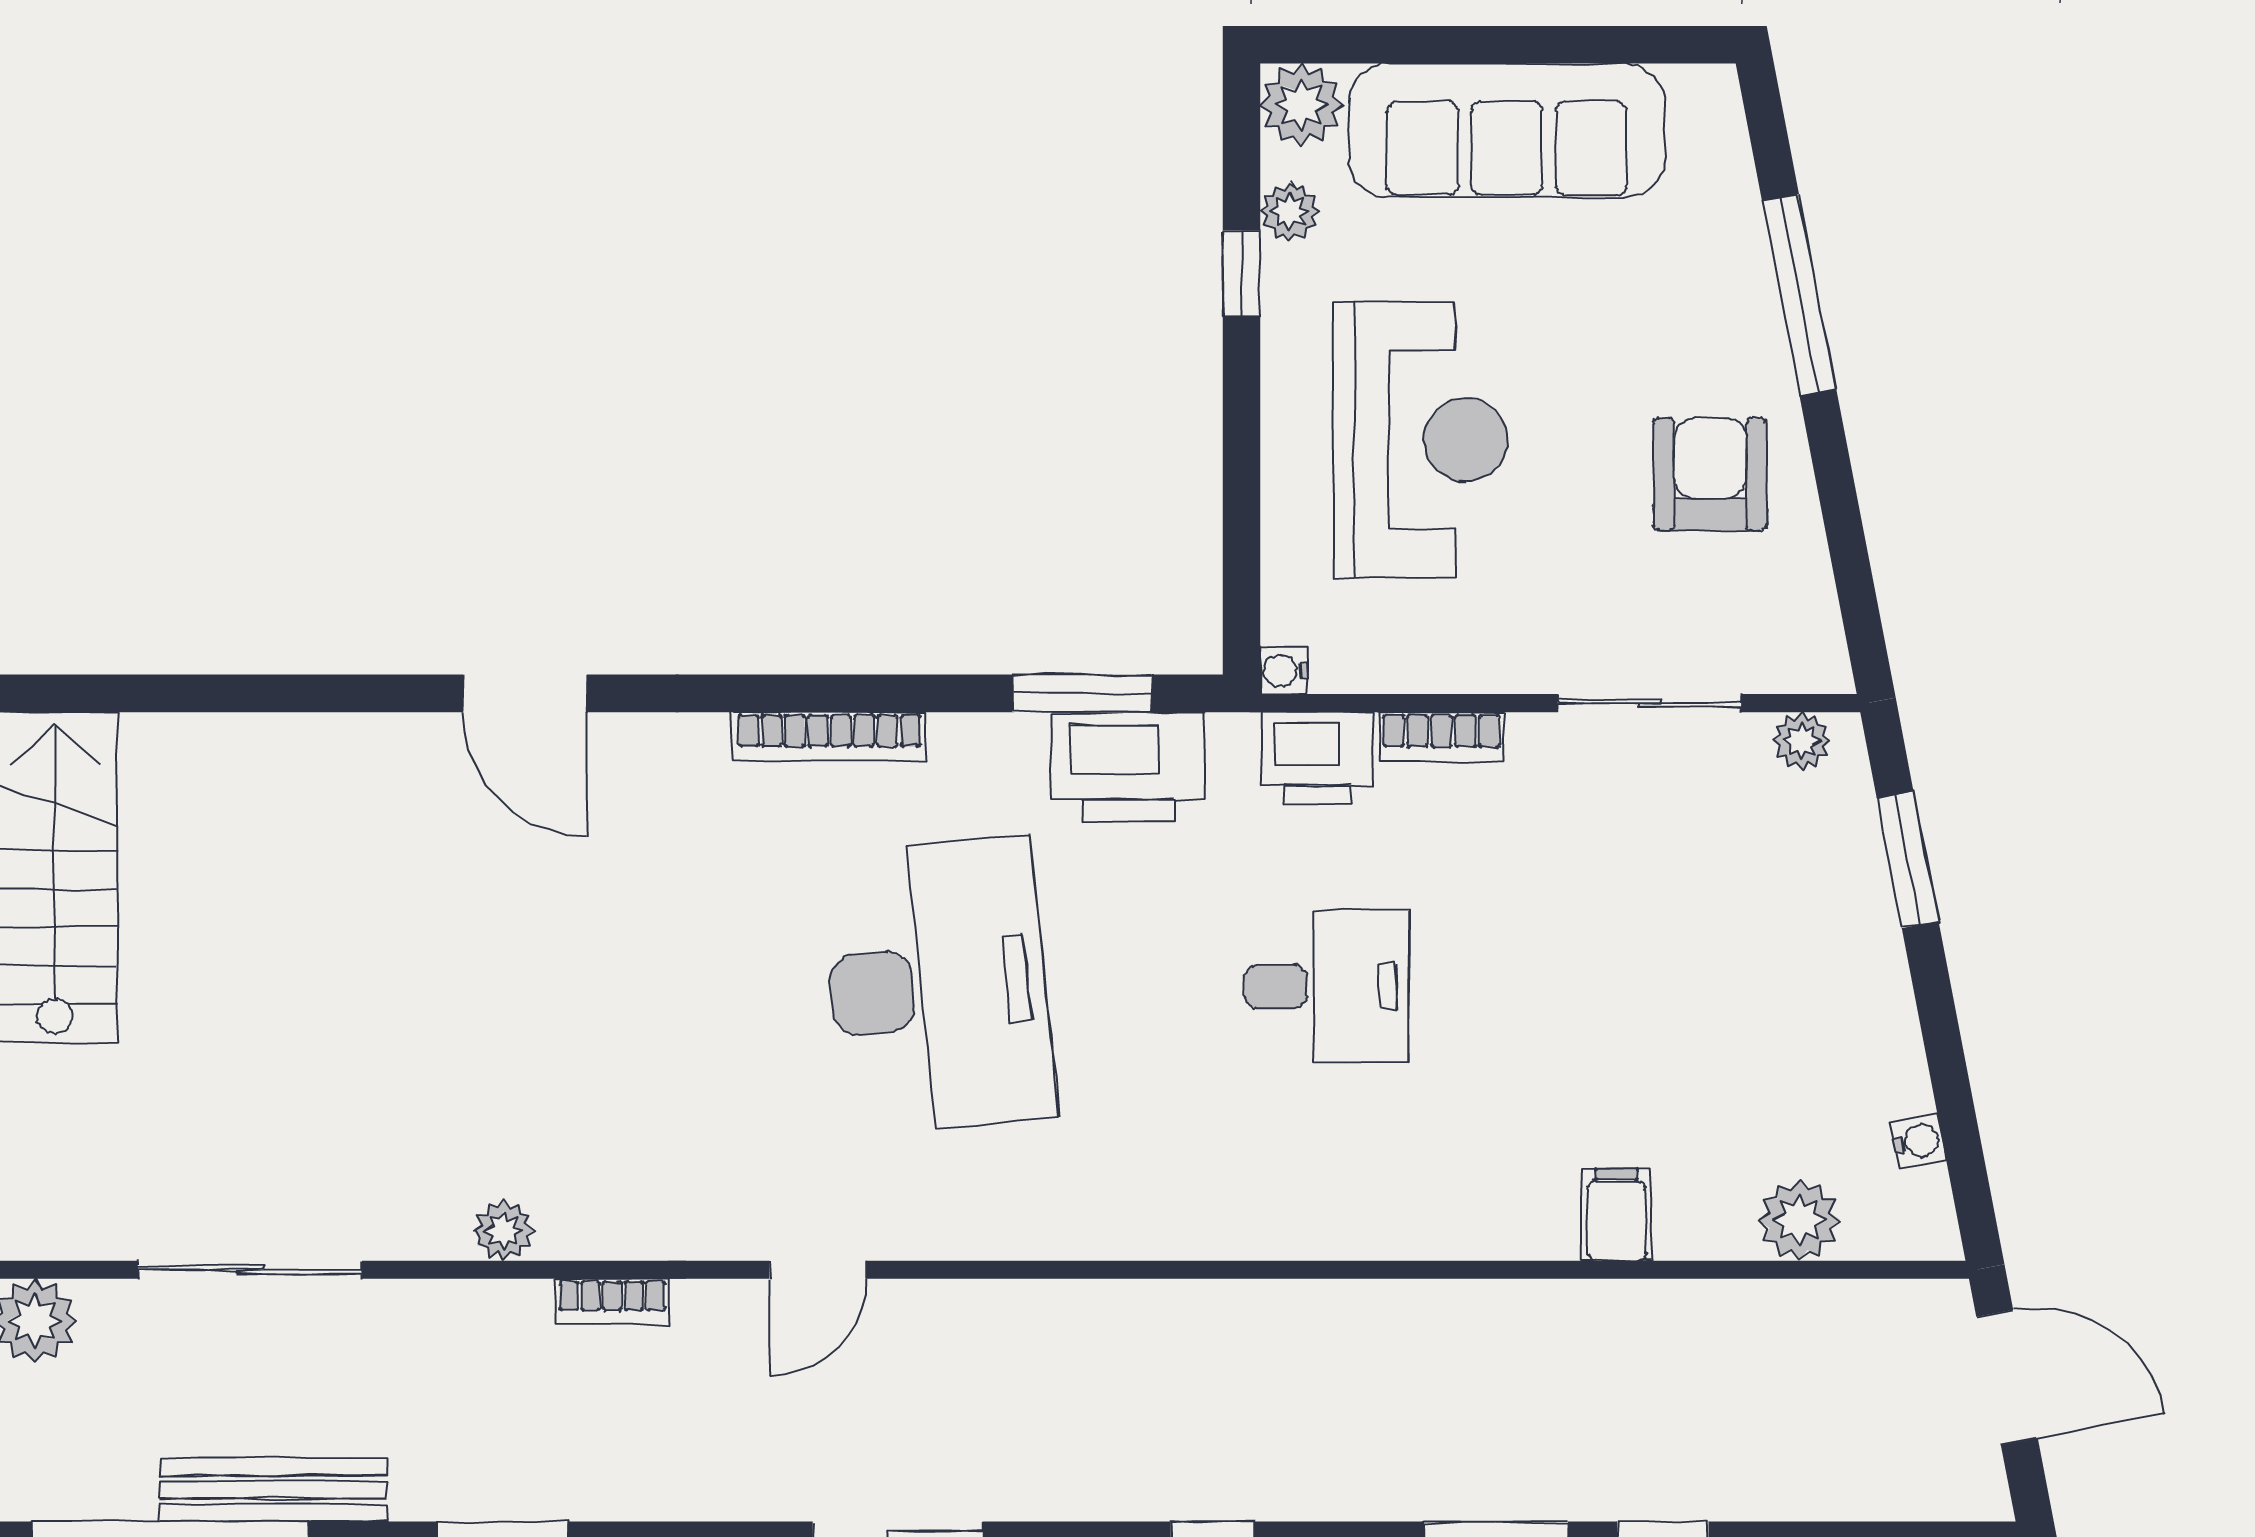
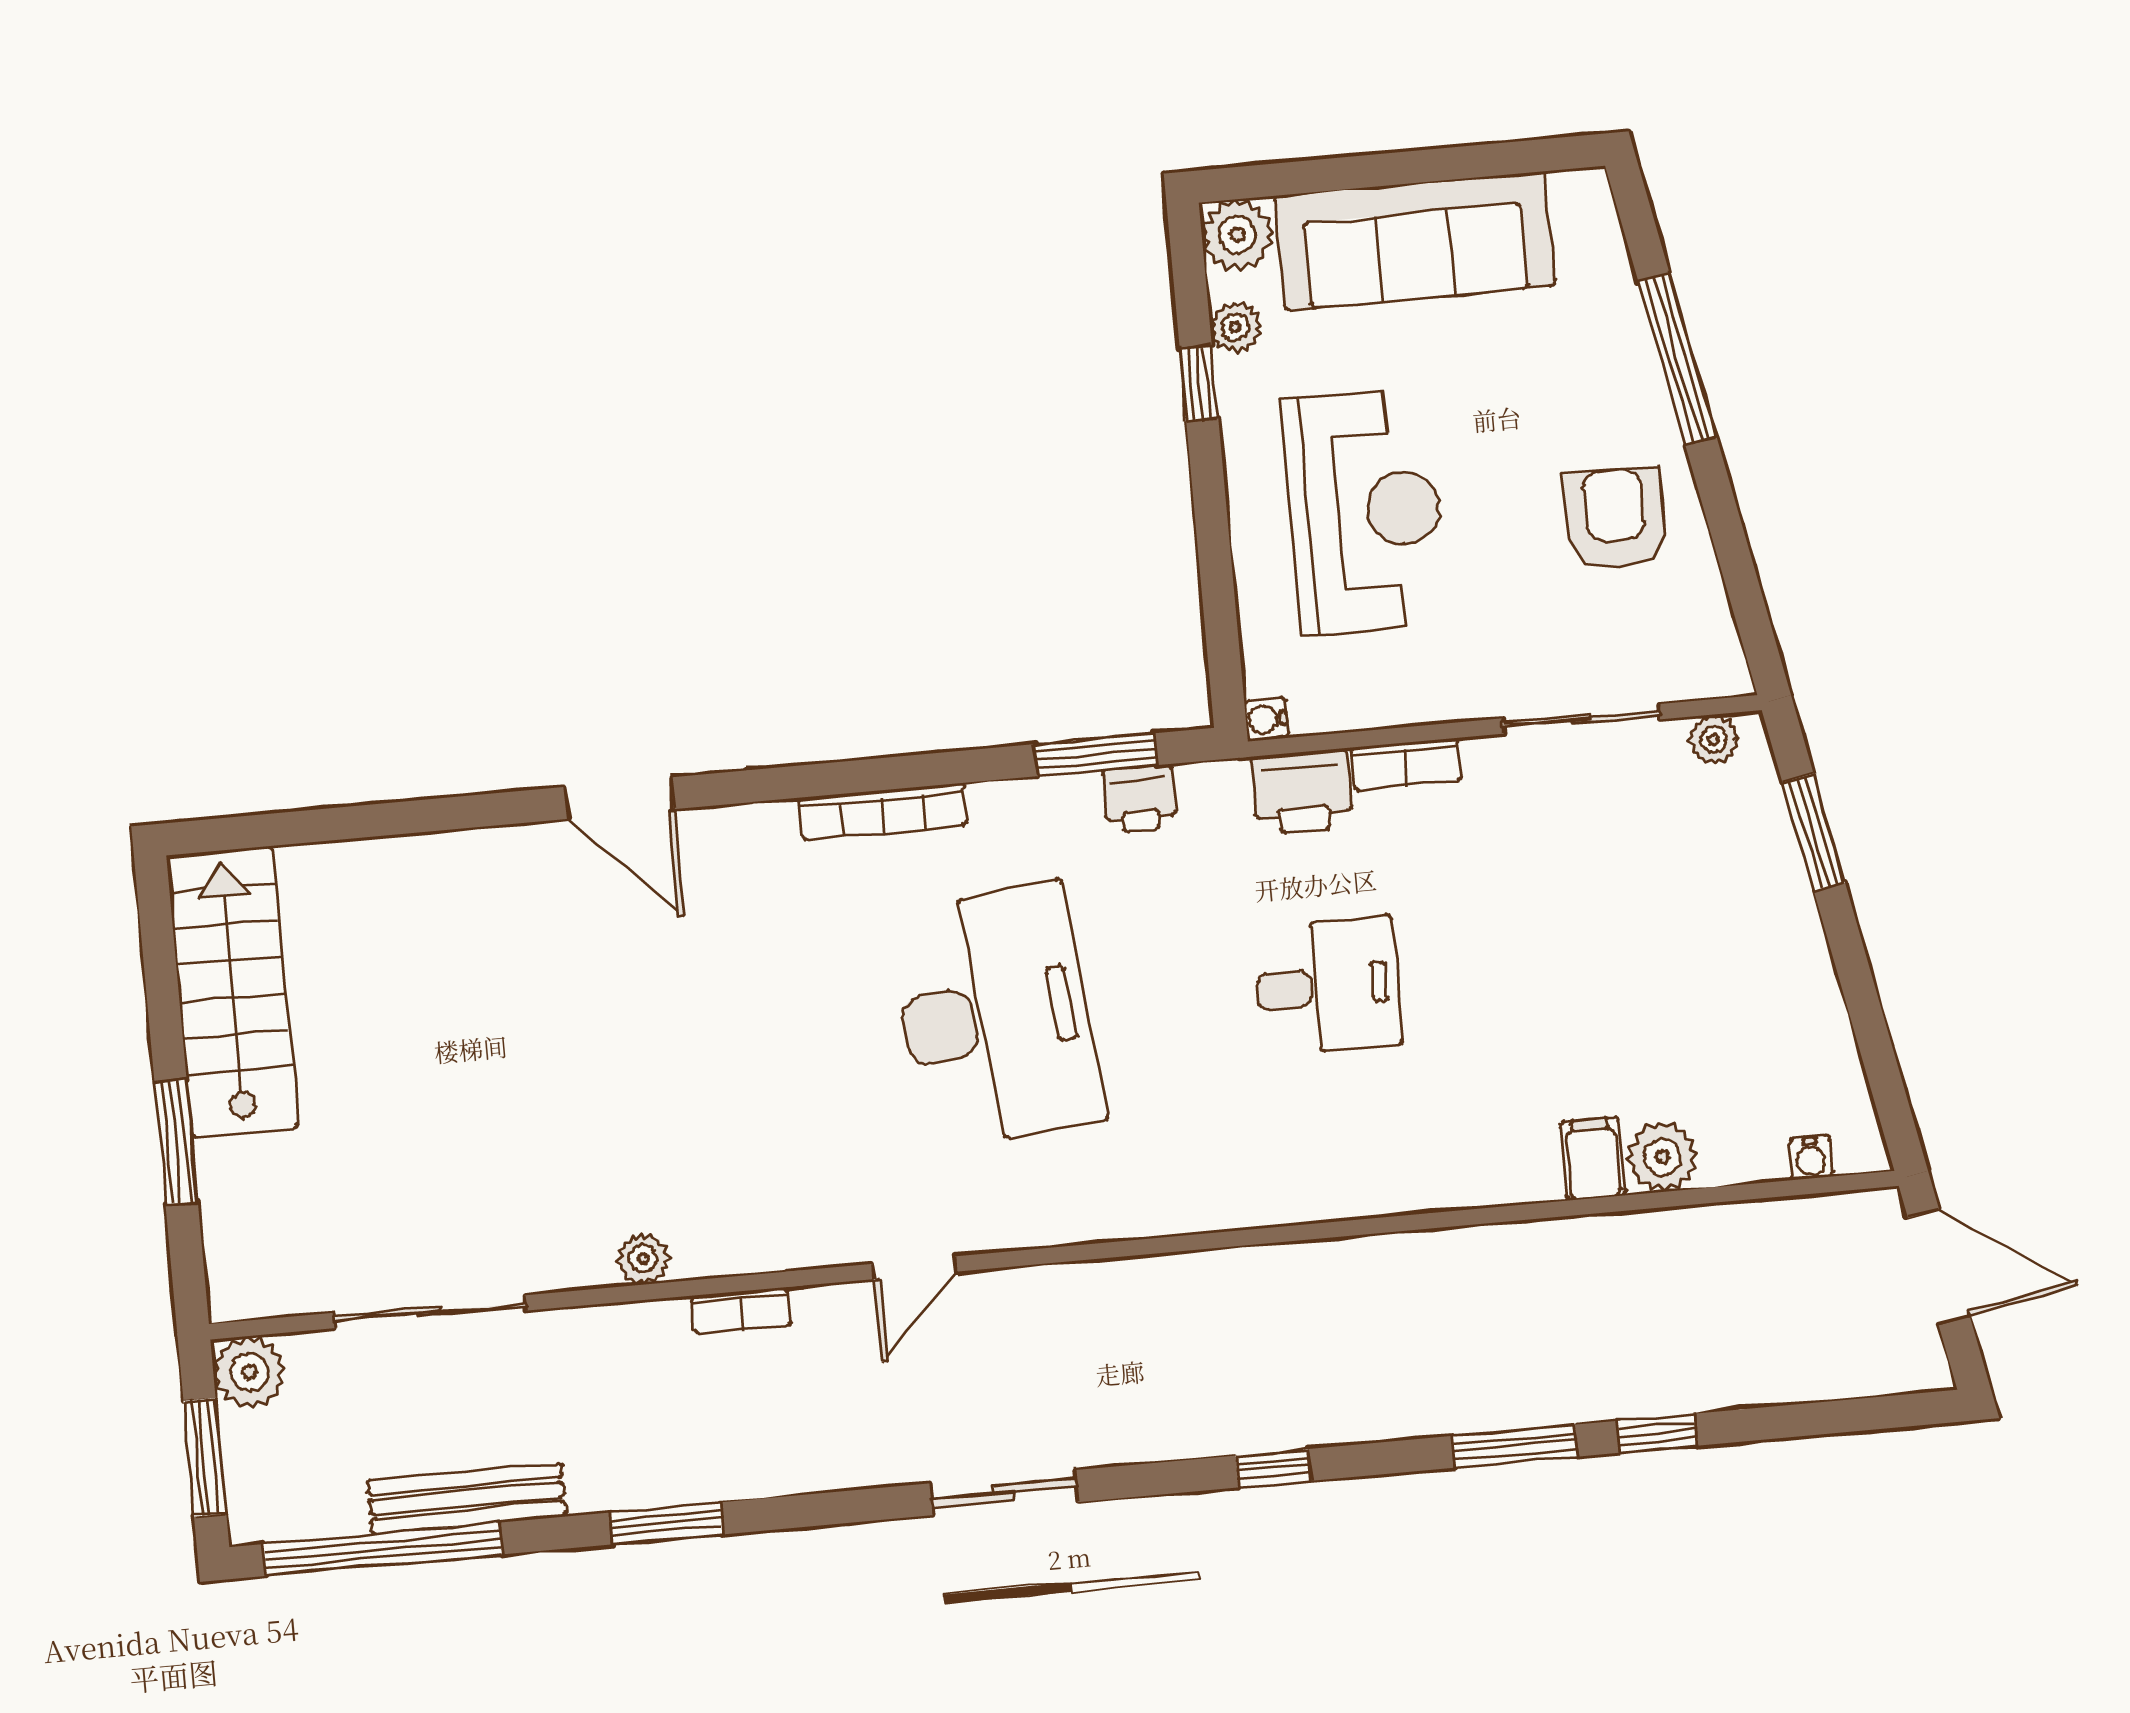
printer: (1128, 767) -> (1139, 799), width x0.53, depth x0.68
water cooler: (1918, 1141) -> (1811, 1158), moved, turned 101
plant: (1799, 1220) -> (1662, 1157), moved

